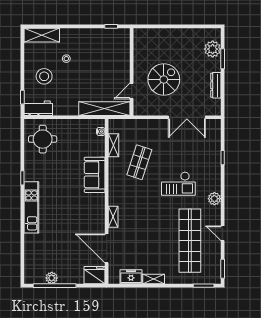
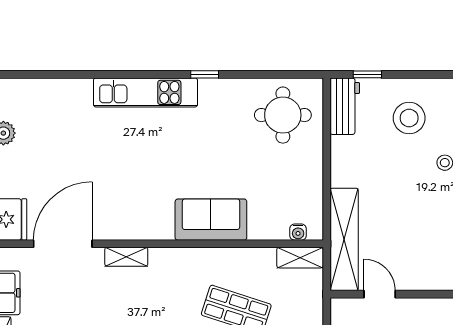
shelving: (113, 145) -> (300, 258), moved

